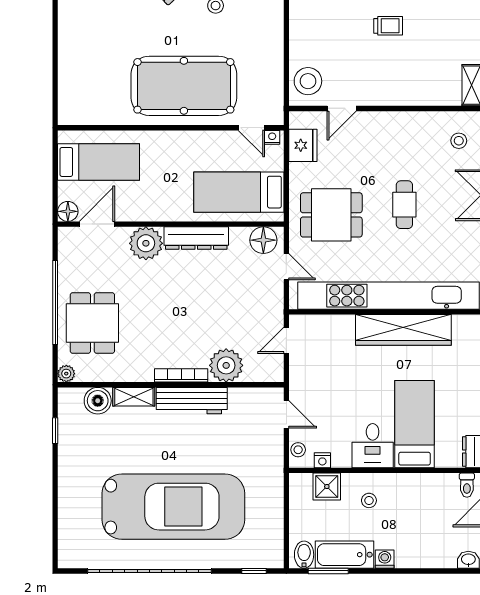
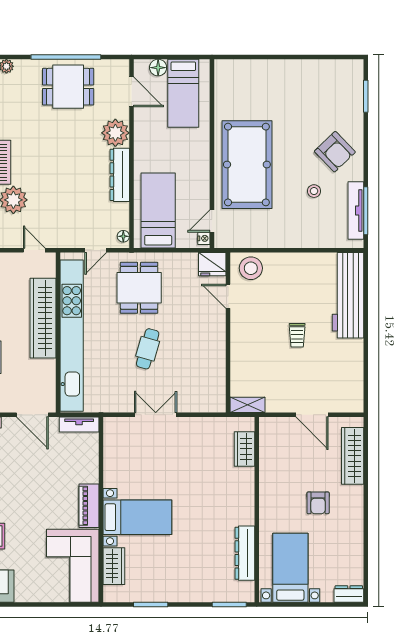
stool: (459, 141) -> (201, 394), removed
fridge: (303, 145) -> (212, 264), moved
cafe table: (404, 205) -> (148, 349), turned -74
floor lamp: (68, 211) -> (158, 68), moved
floor lamp: (263, 240) -> (123, 236), width x0.53, depth x0.53
dining table: (92, 323) -> (68, 87), moved
wardrobe: (403, 330) -> (43, 318), moved

